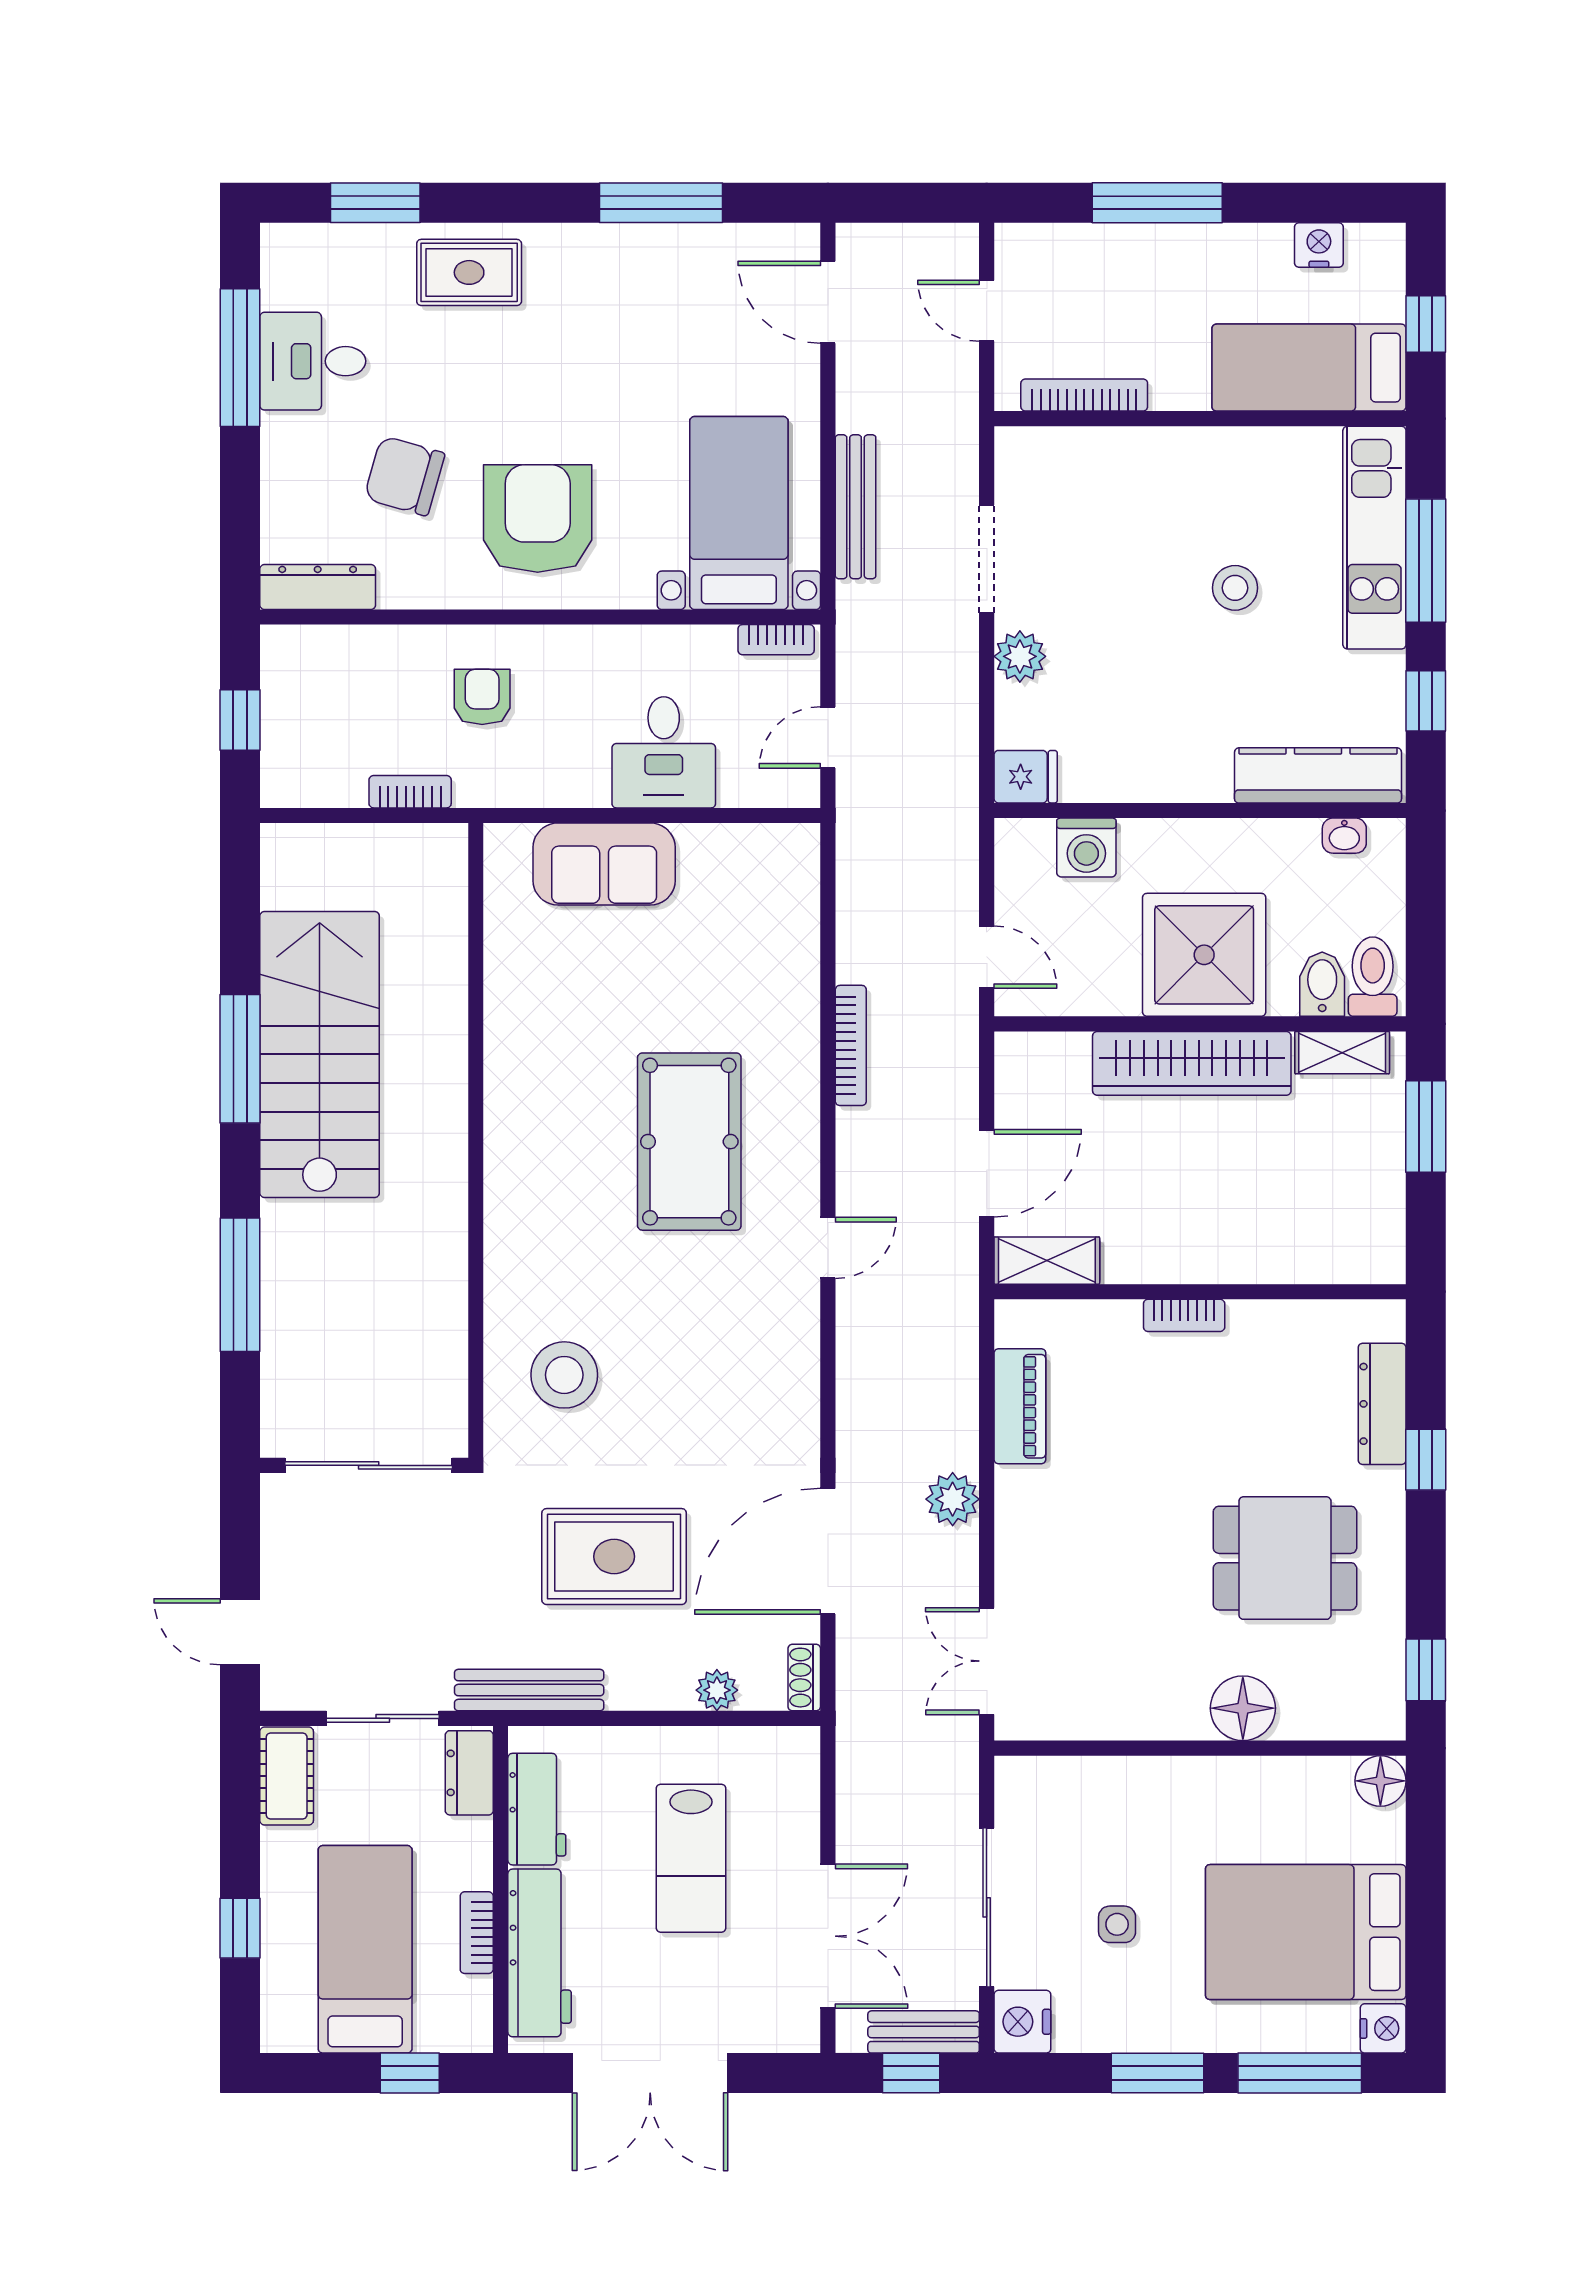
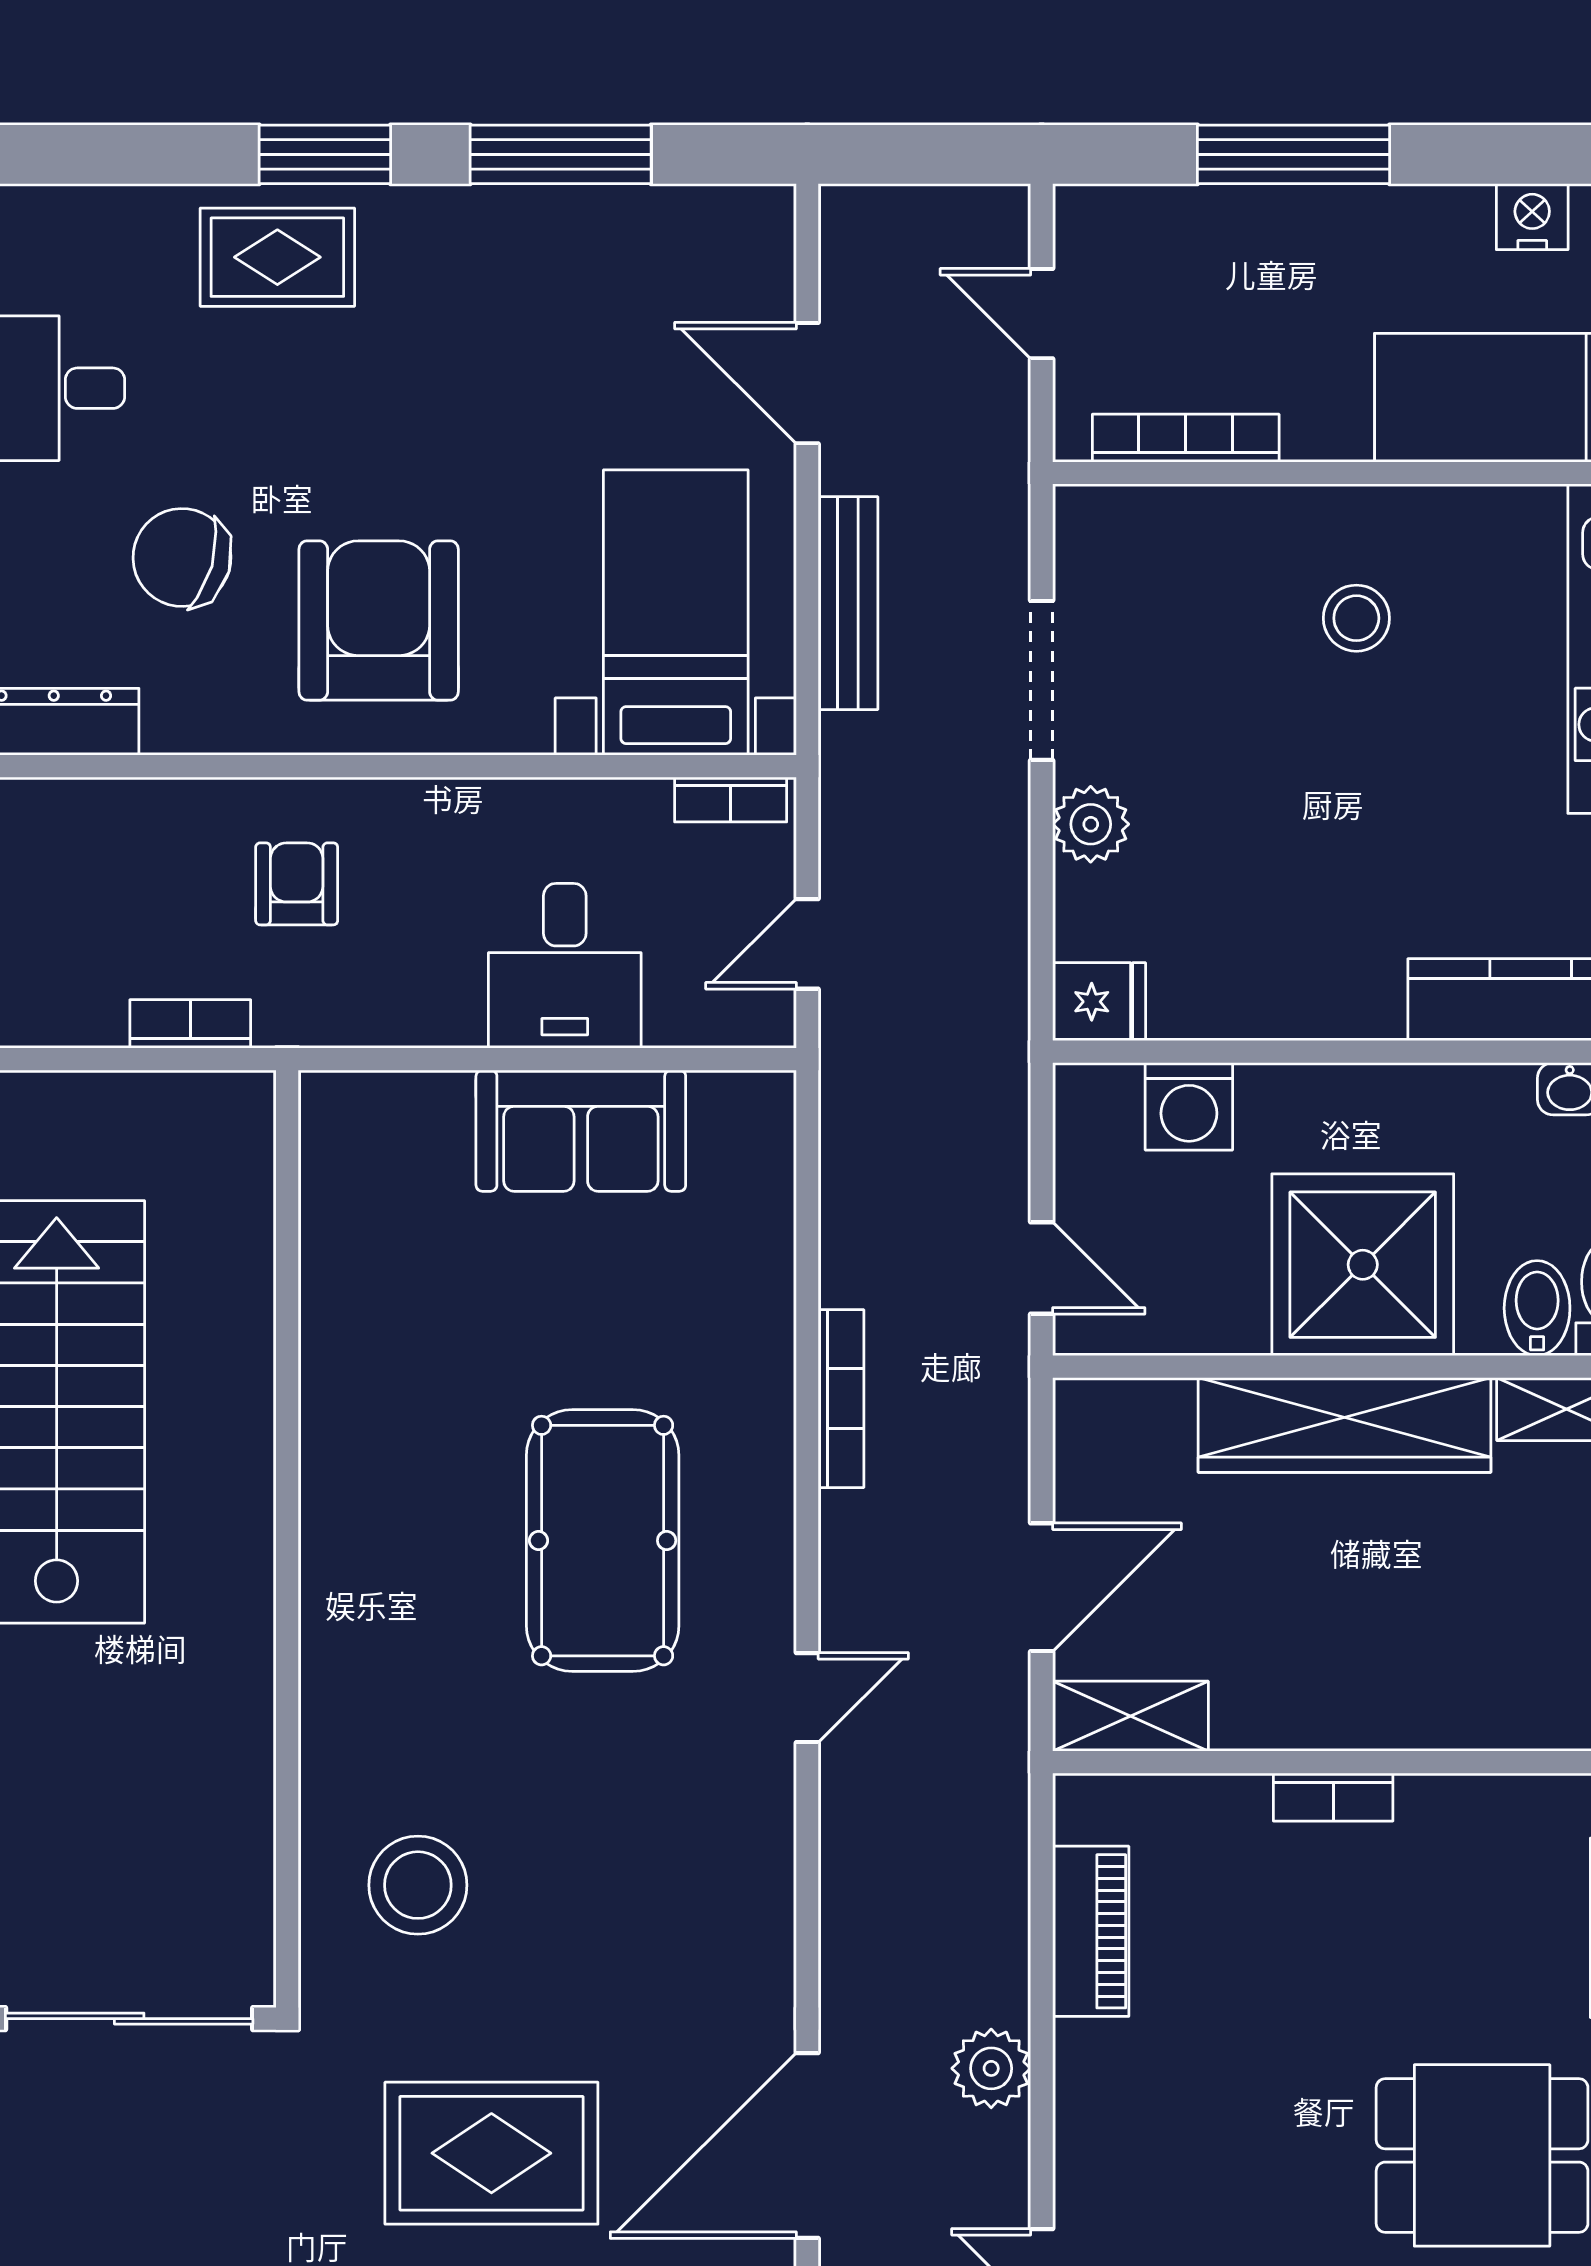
window: (375, 203) -> (325, 154), moved
door: (828, 302) -> (807, 383), moved
stool: (1235, 588) -> (1356, 618), moved
sofa: (604, 864) -> (581, 1131), moved

